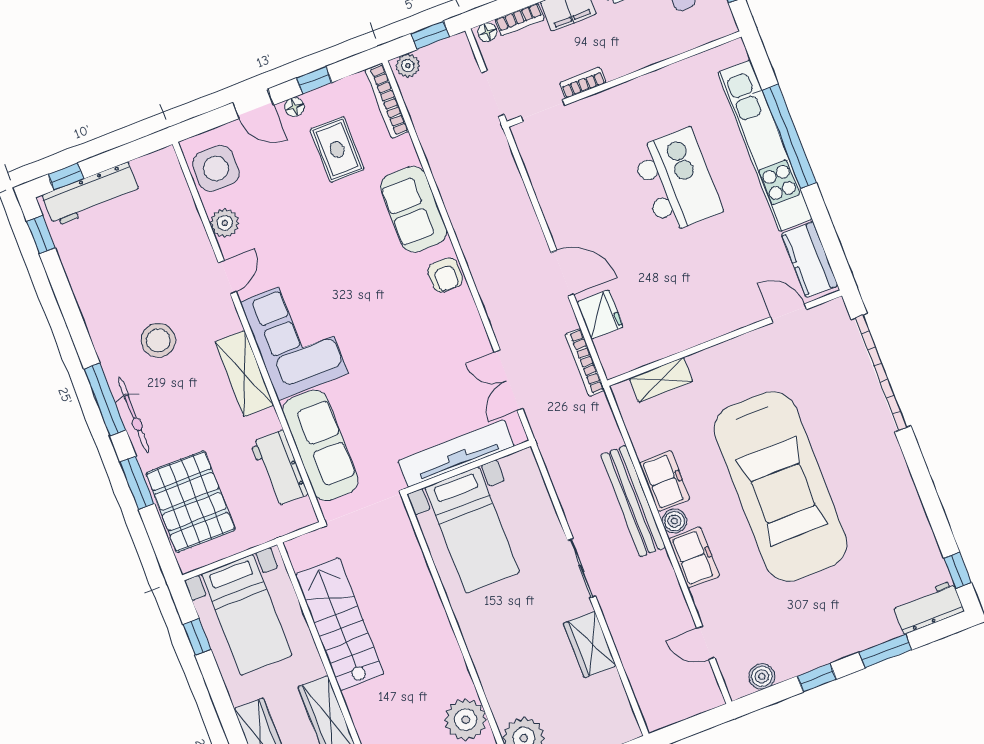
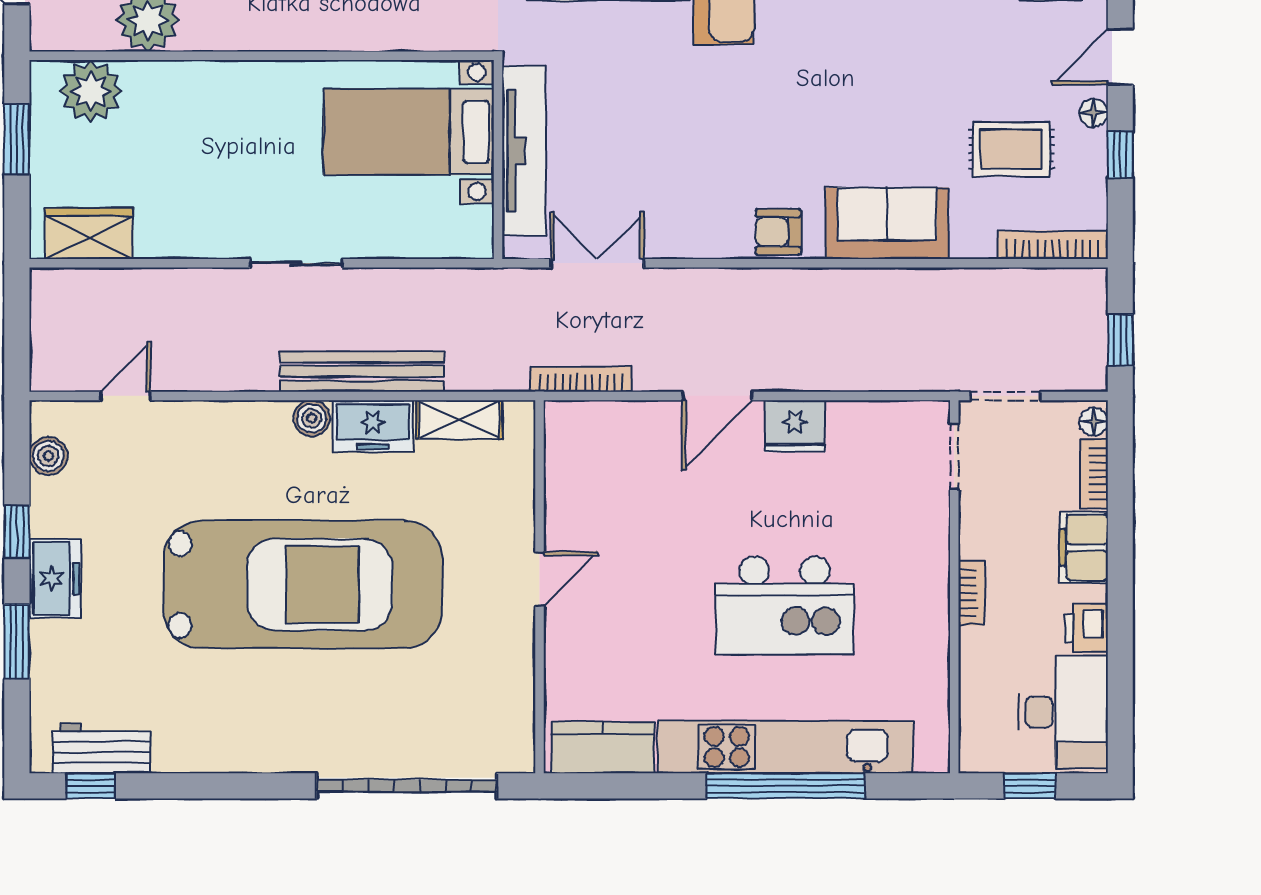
plant: (408, 66) -> (1090, 293), removed
bookcase: (583, 83) -> (971, 593), moved
door: (789, 313) -> (540, 579), moved
fridge: (600, 314) -> (795, 426), moved
shelving: (661, 380) -> (459, 420), moved, turned 90
car: (780, 486) -> (303, 585), turned 180
freezer: (694, 557) -> (55, 578), moved, turned -90
workbench: (928, 607) -> (101, 748), moved, turned -90
wardrobe: (590, 645) -> (89, 234), moved

